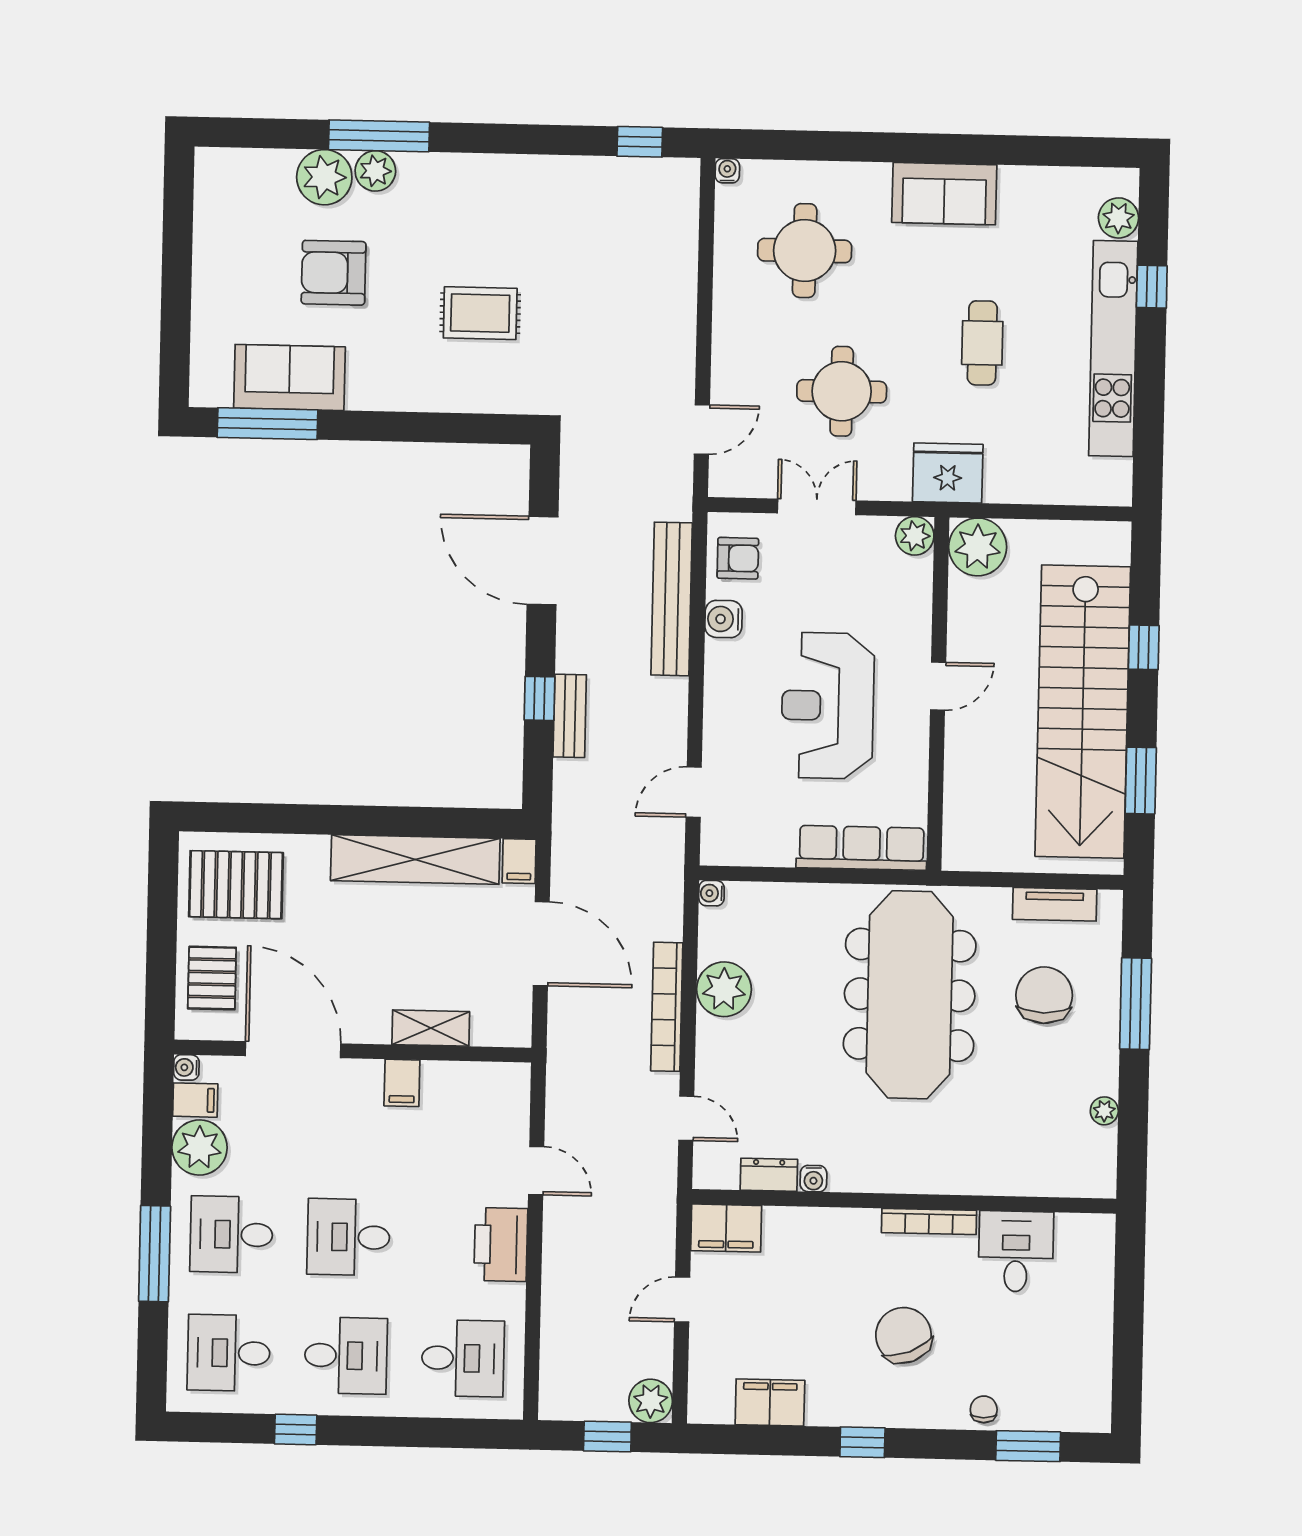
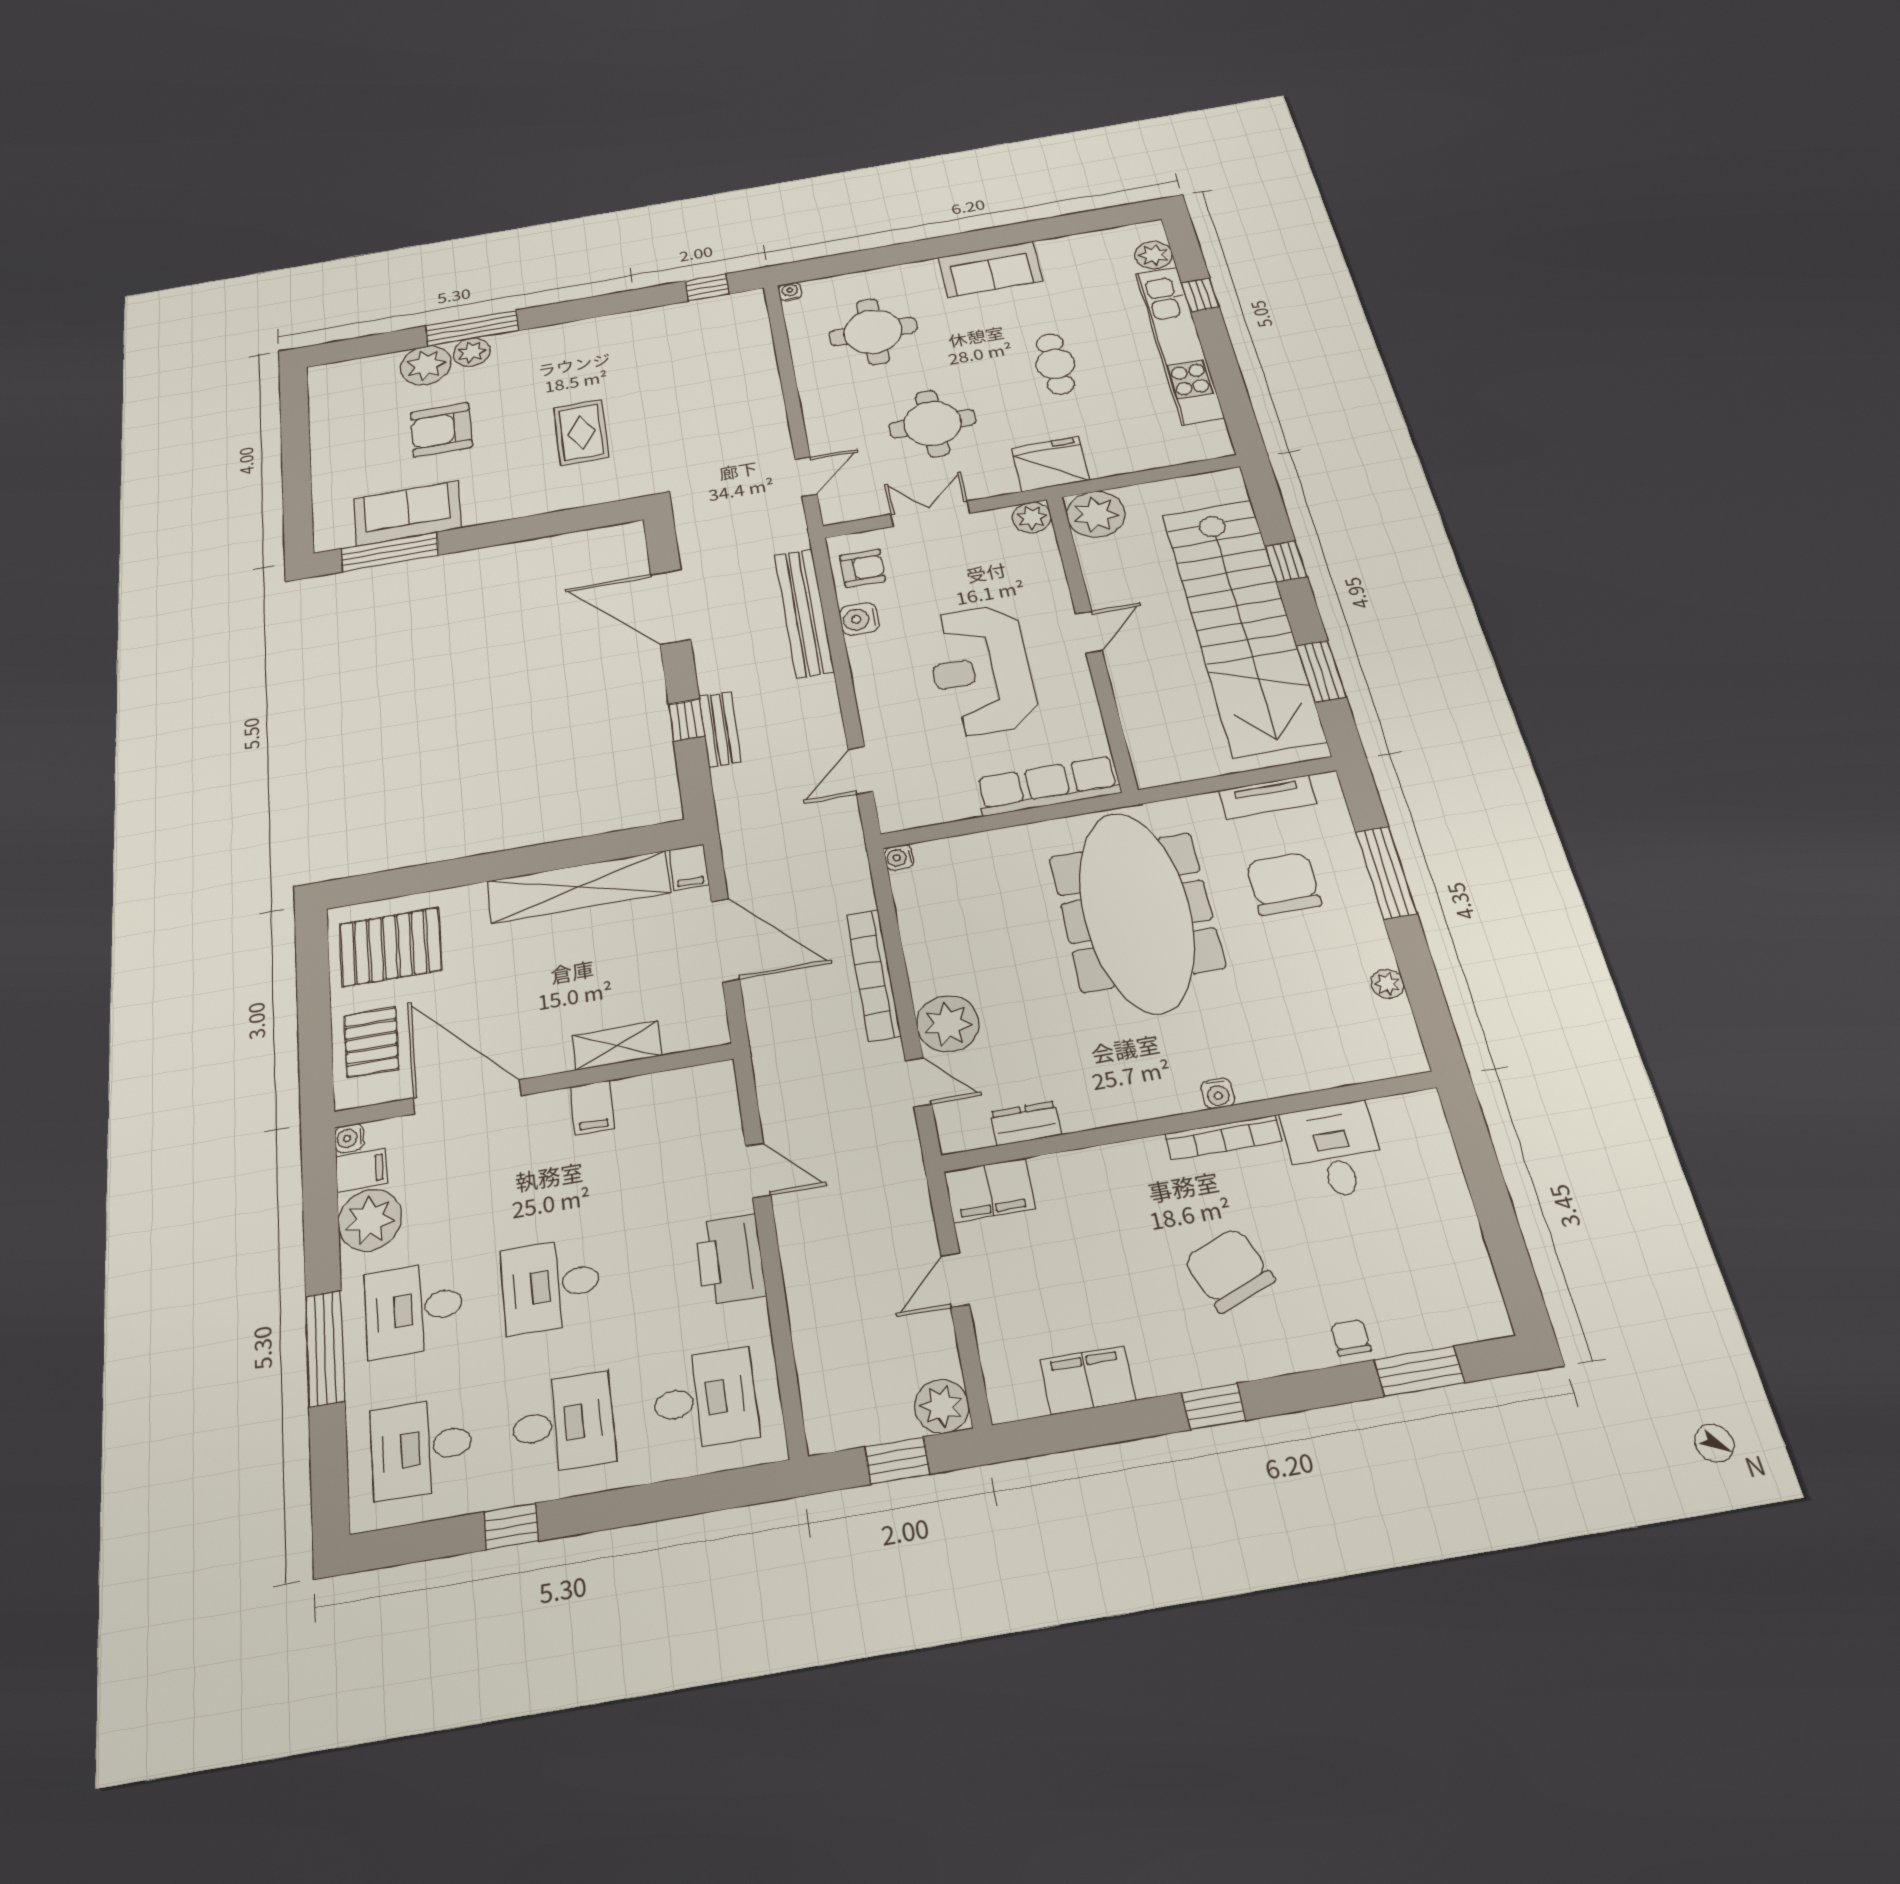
rug: (480, 313) -> (581, 432), turned 90
plant: (724, 989) -> (948, 1024), moved
water cooler: (813, 1179) -> (1218, 1093), moved

